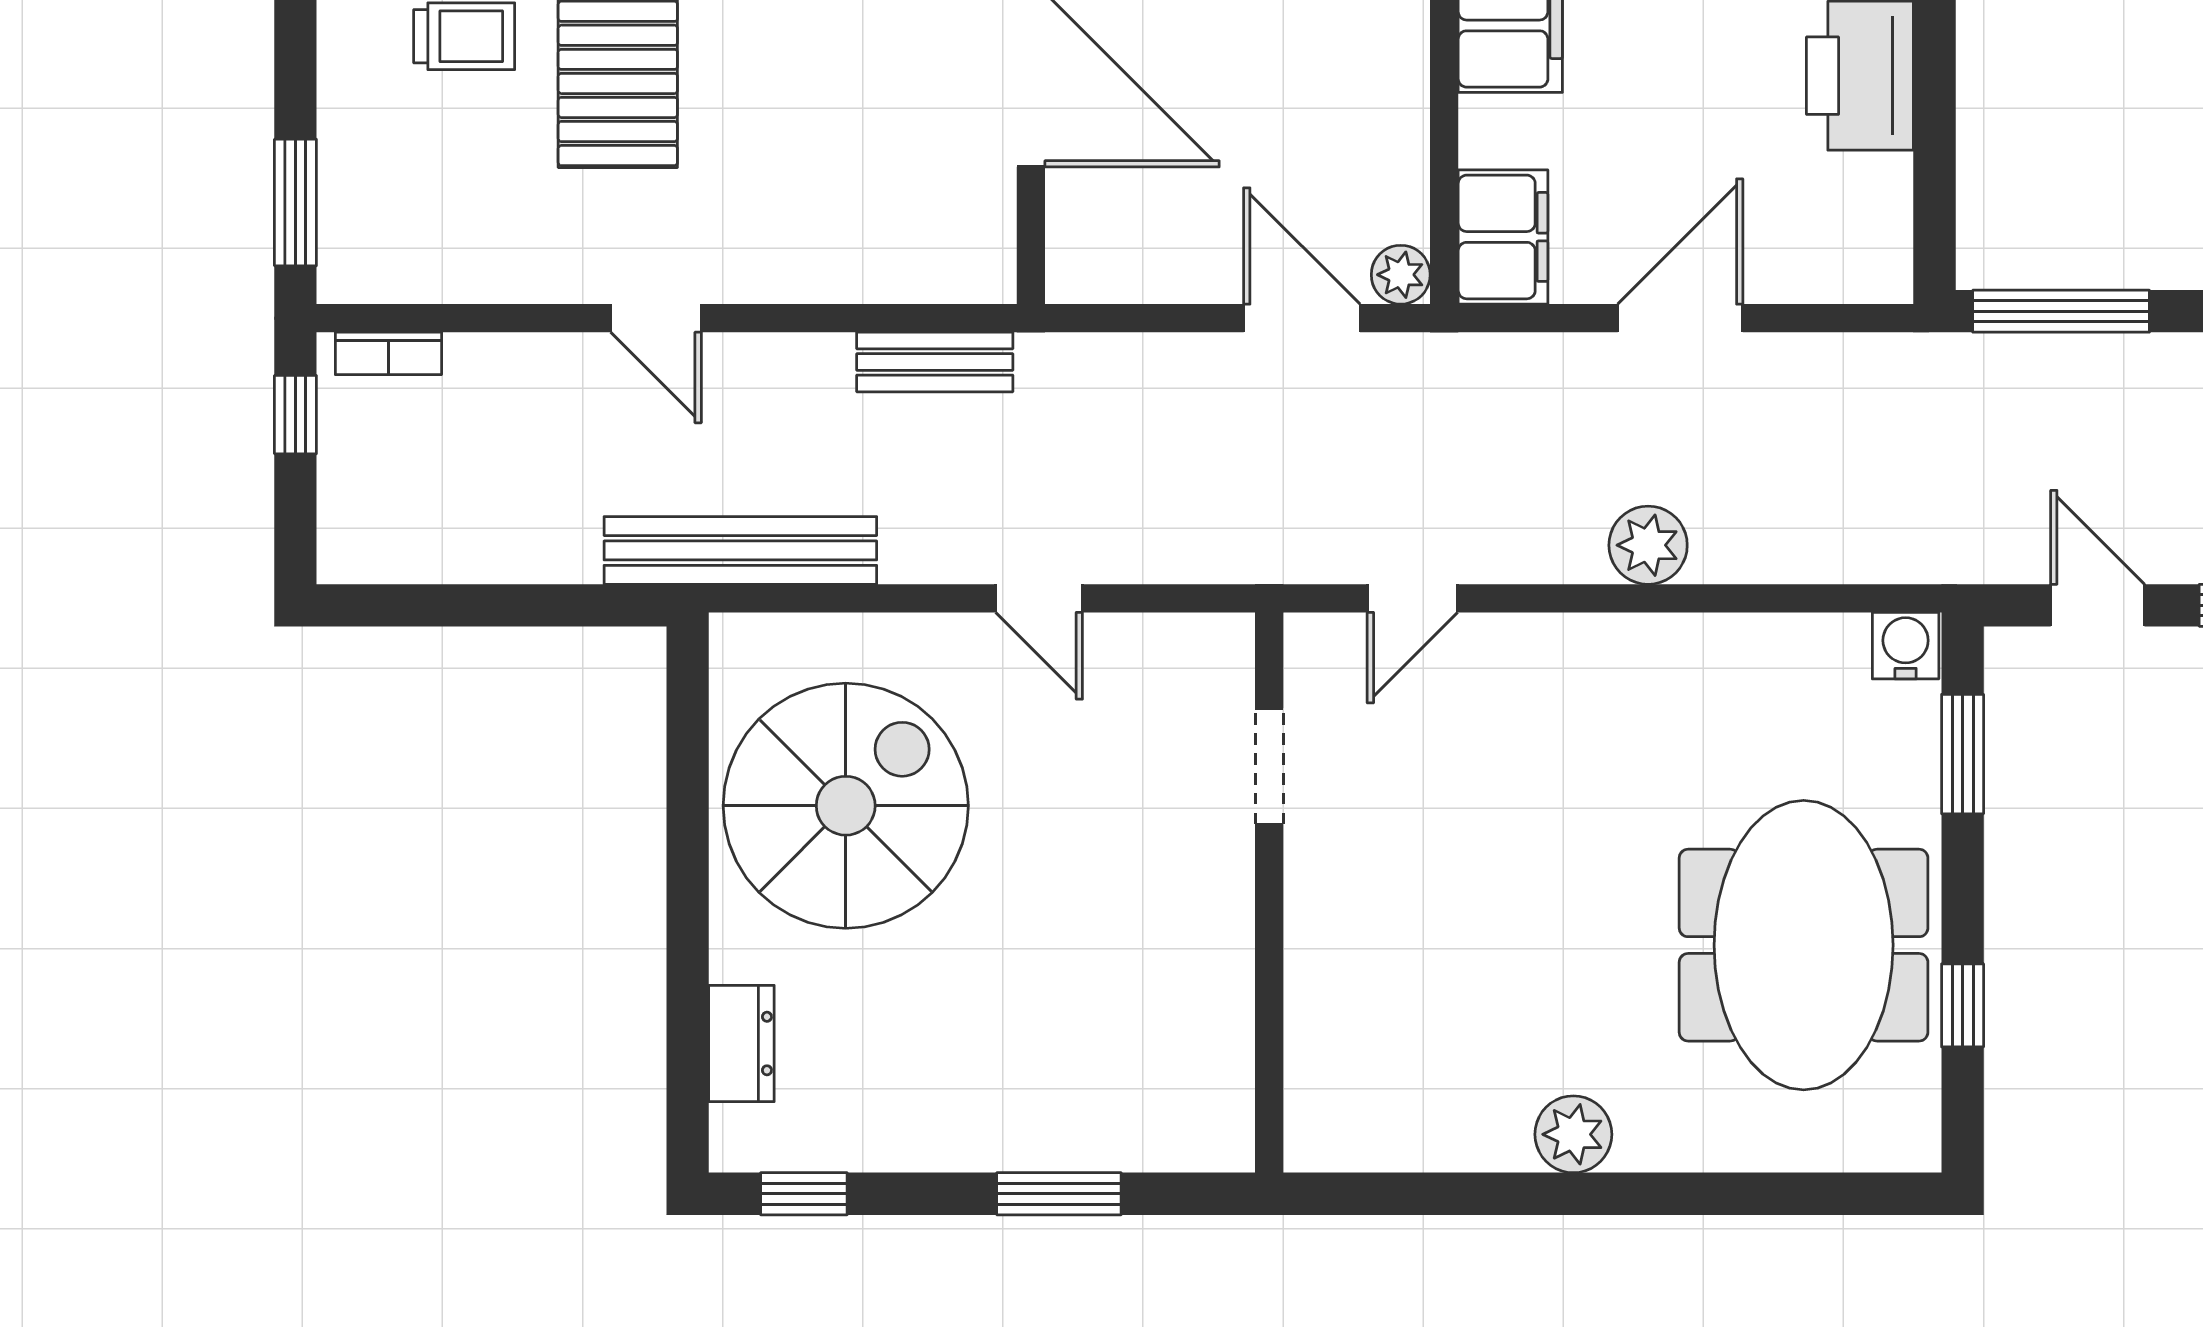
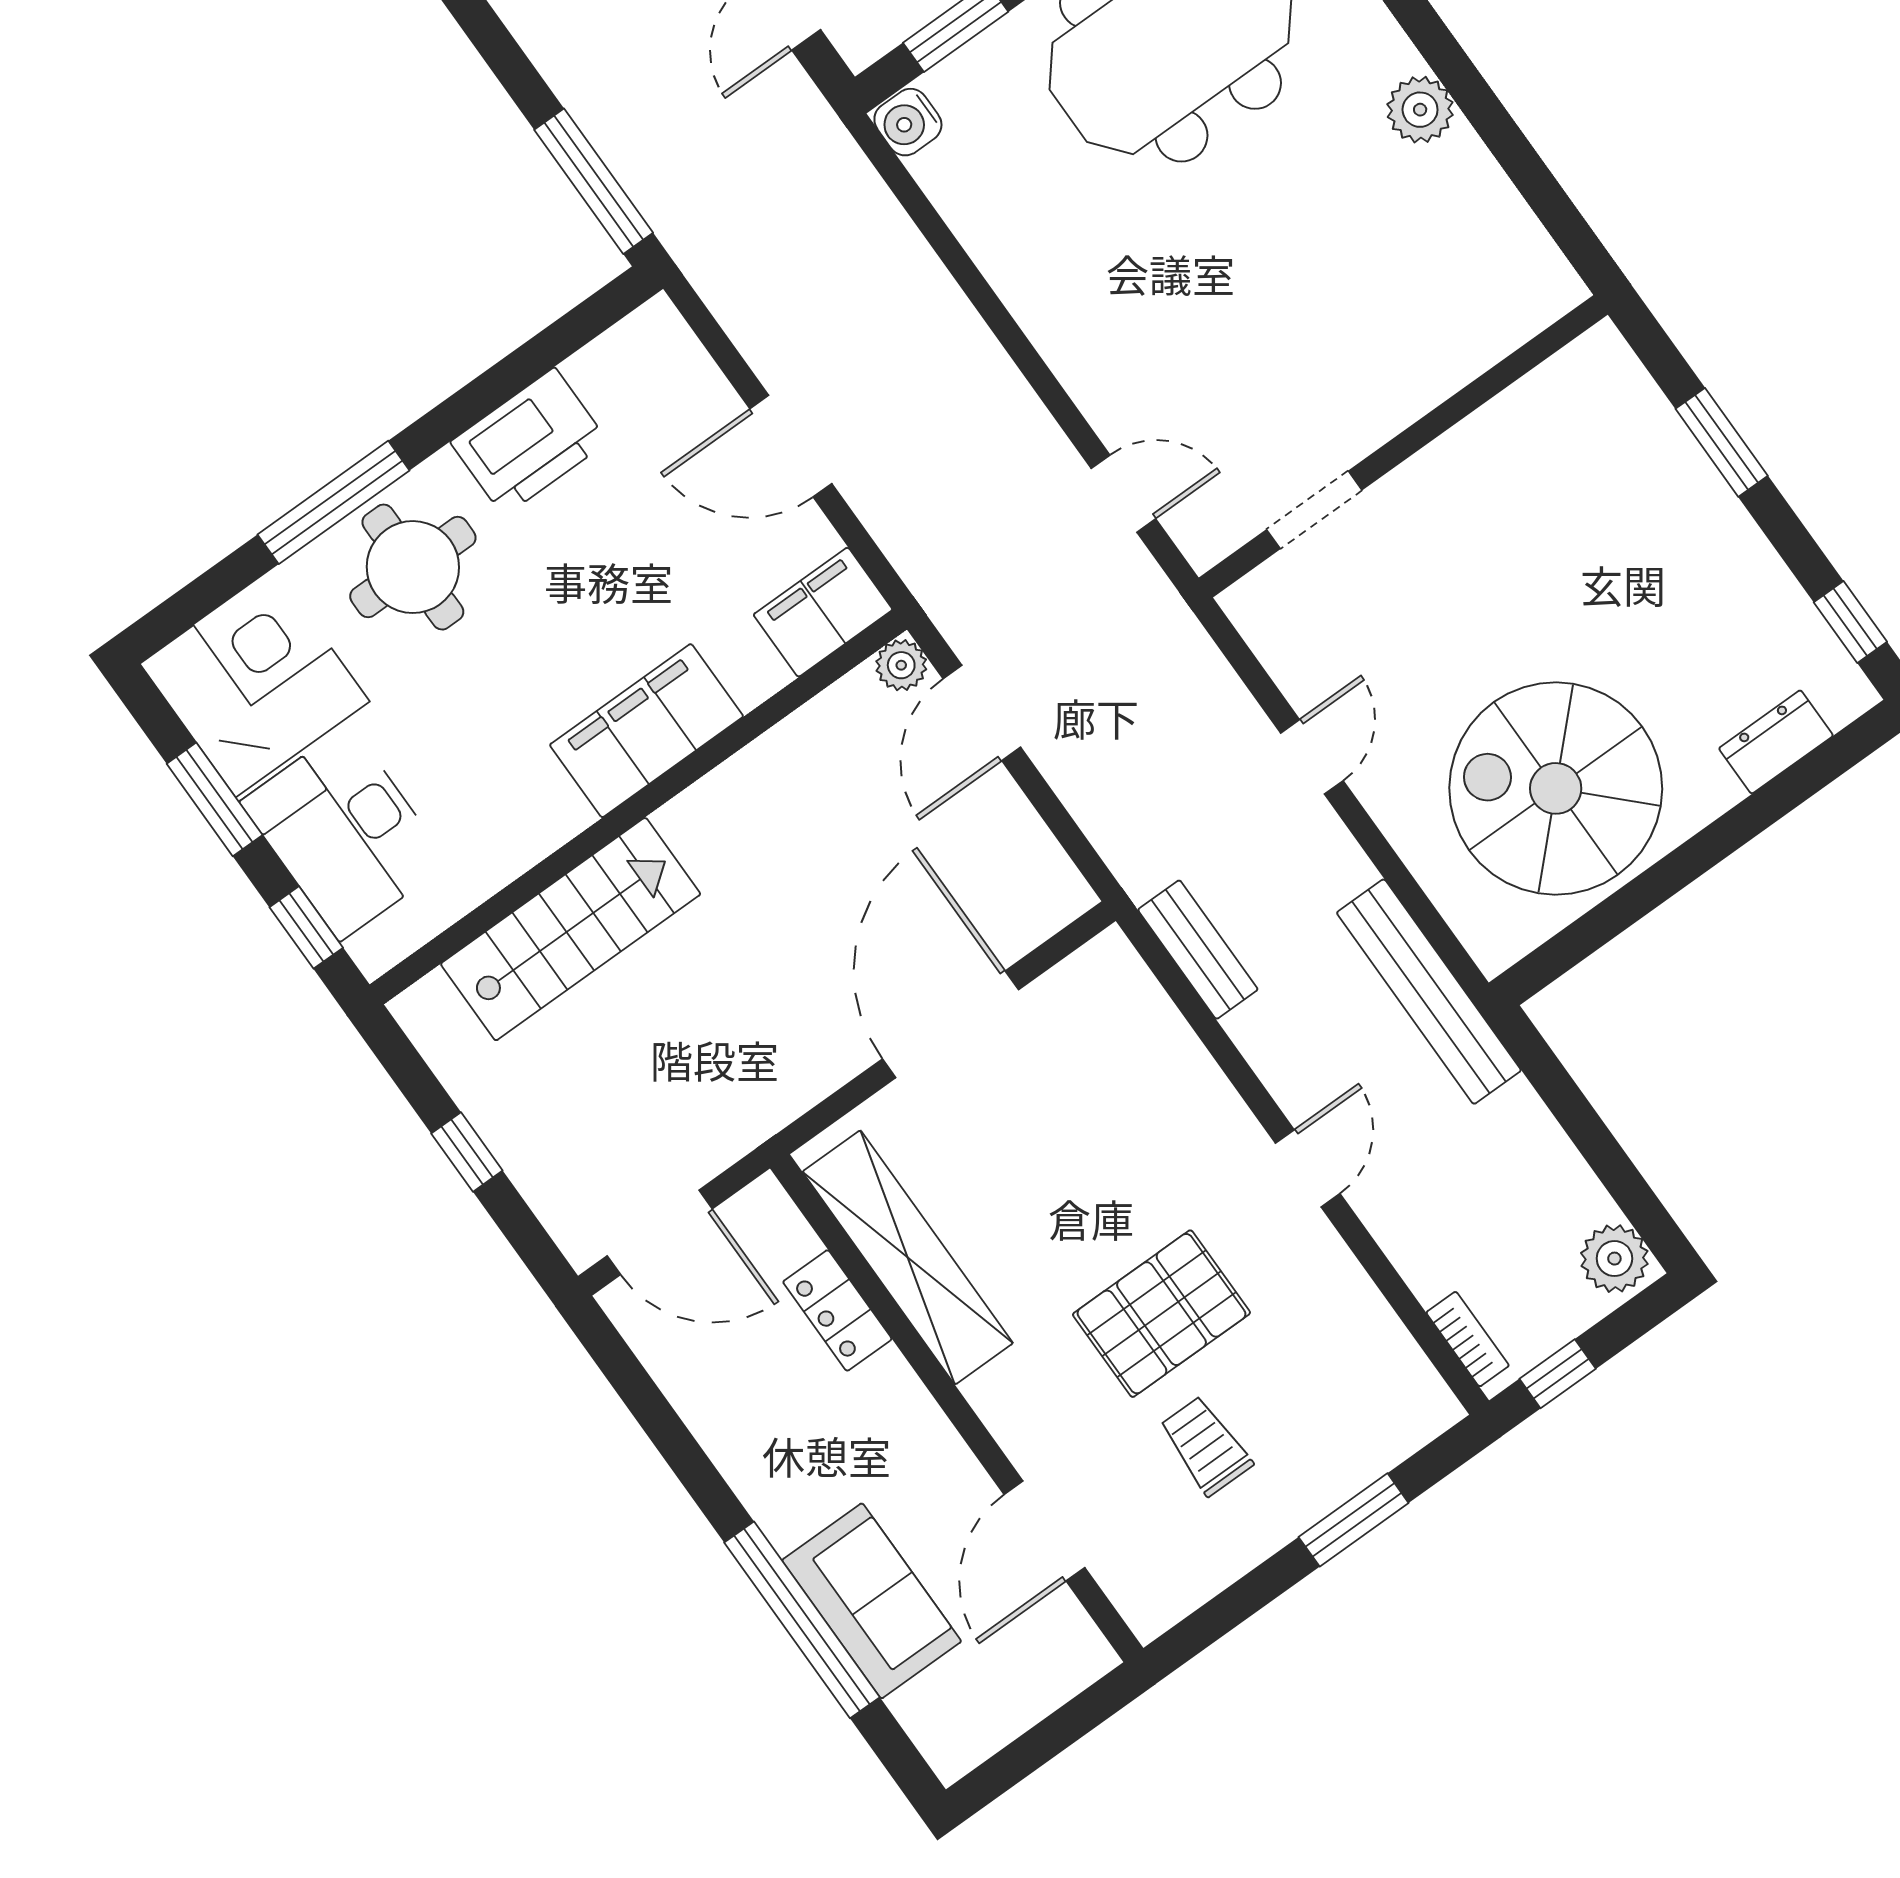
window: (295, 203) -> (1354, 1520), moved
plant: (1648, 545) -> (1614, 1259), moved

